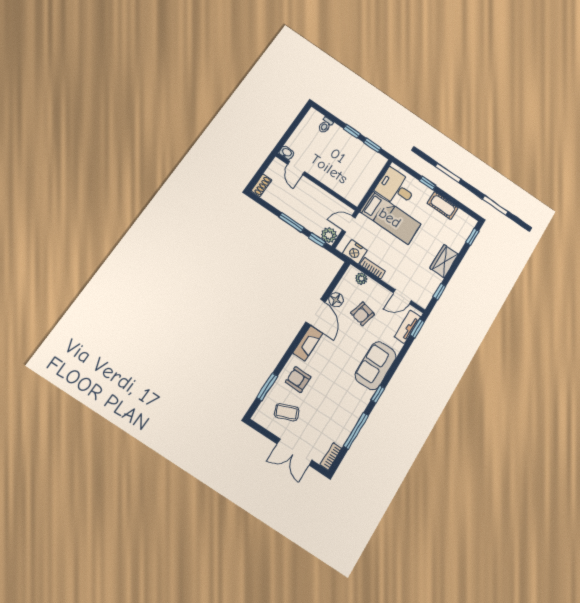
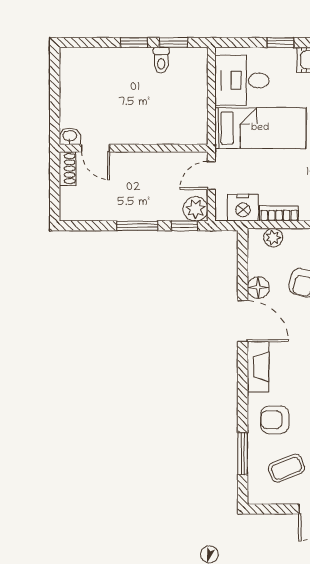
toilet: (325, 125) -> (161, 60), moved
shoe rack: (262, 185) -> (68, 169), moved

